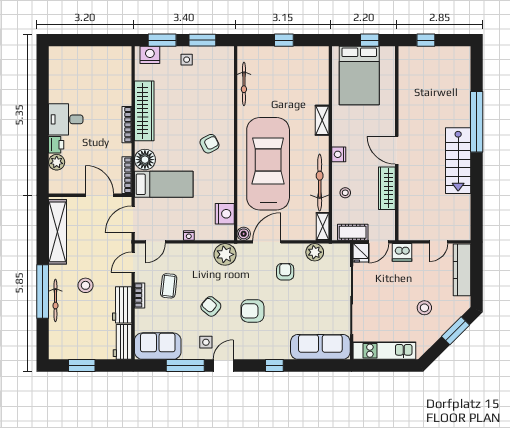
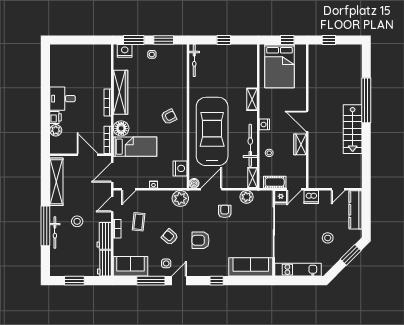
bicycle: (244, 84) -> (194, 61), moved
wardrobe: (387, 188) -> (300, 144), width x0.67

